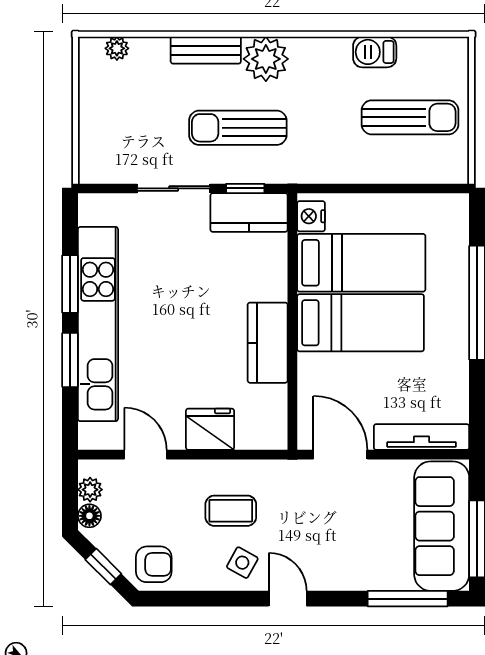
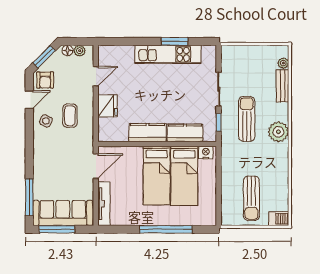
bench: (206, 50) -> (283, 86), moved
barbecue: (375, 52) -> (279, 219), moved, turned 90
kitchen counter: (249, 212) -> (185, 133), moved, turned 90
kitchen unit: (98, 324) -> (168, 54), width x0.73
window: (70, 360) -> (139, 41), removed
window: (103, 567) -> (44, 57), width x1.50
door: (288, 599) -> (29, 100), moved

